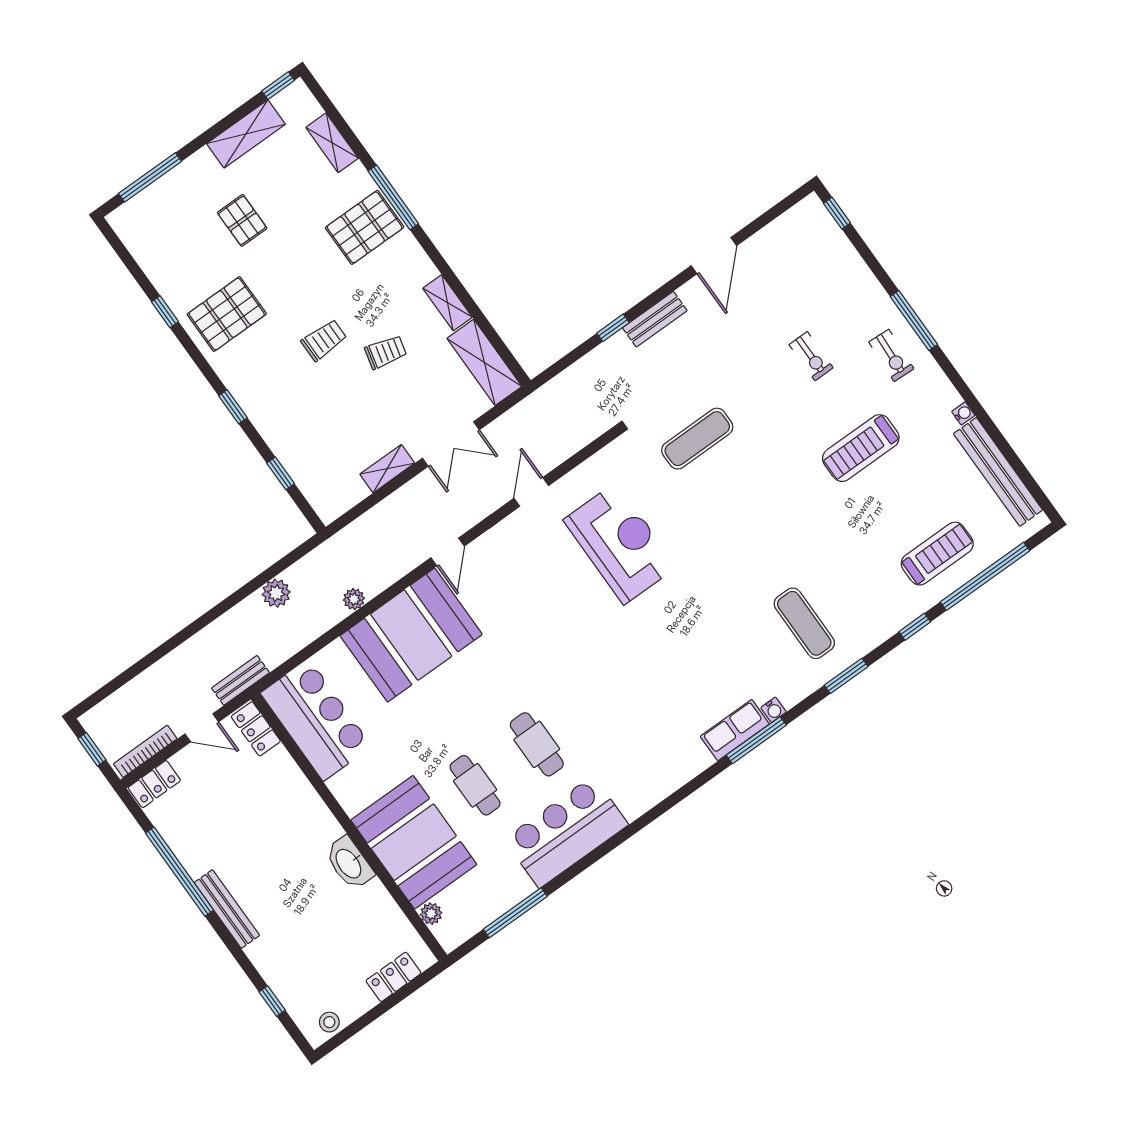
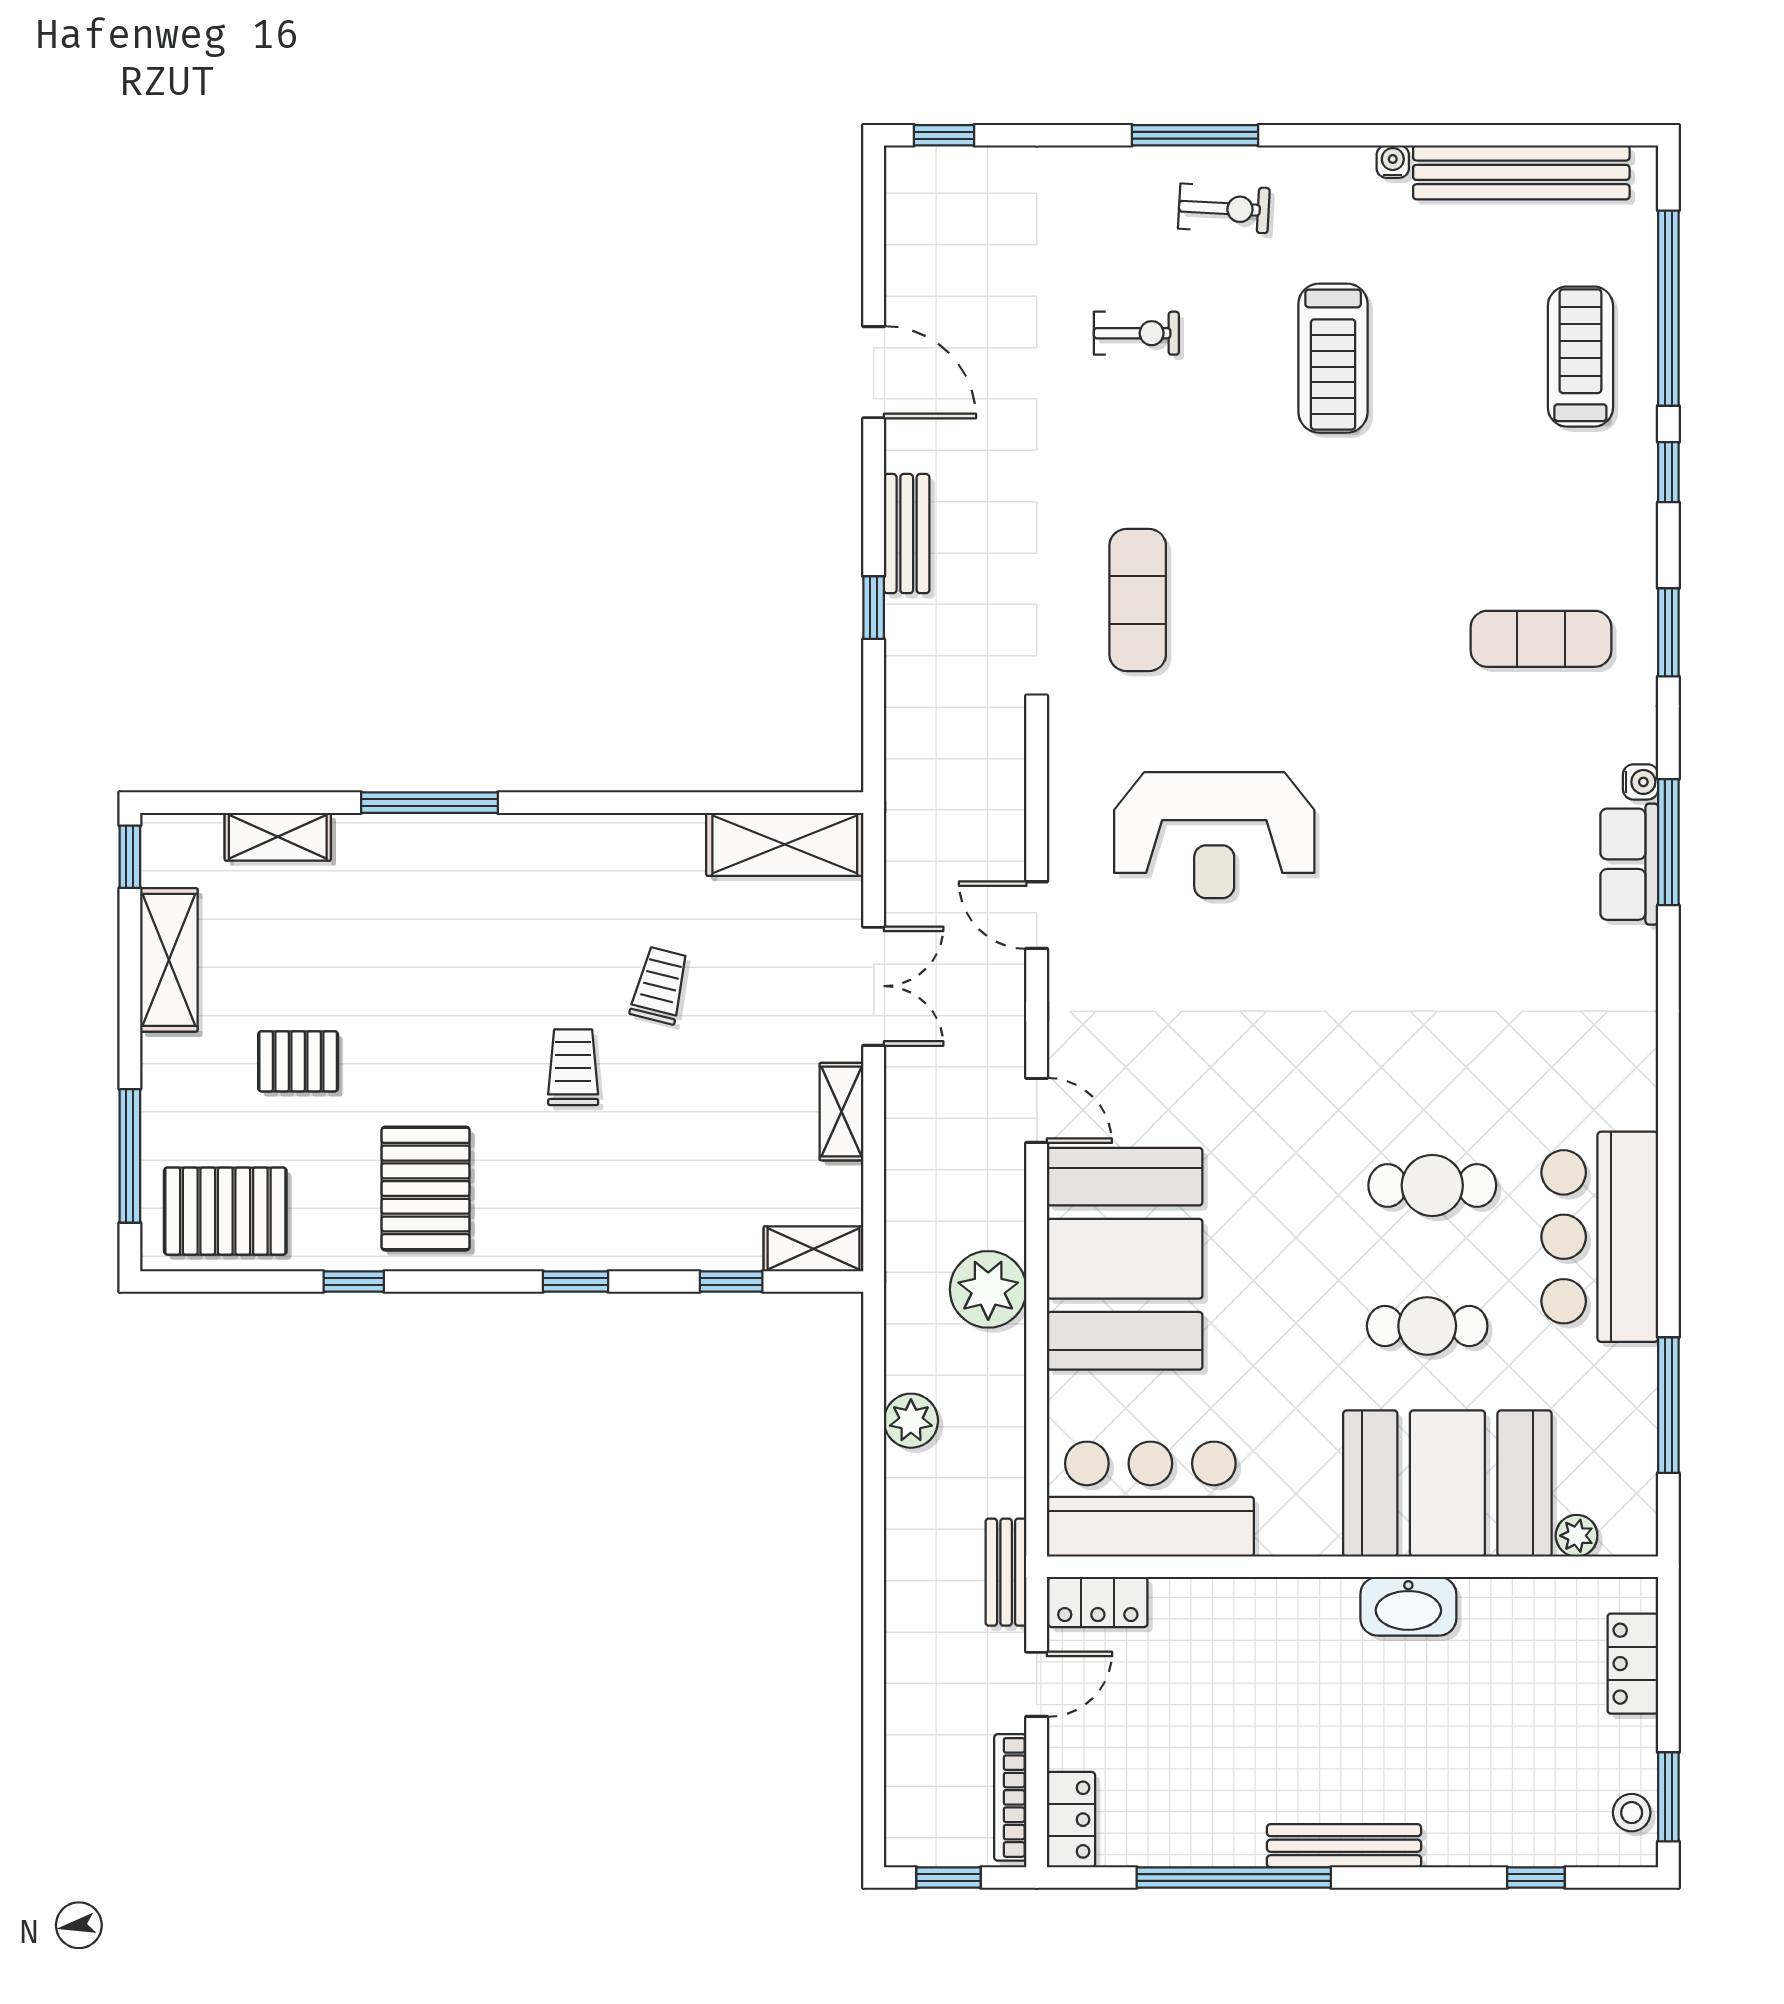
pallet: (365, 227) -> (225, 1211), moved, turned 90
shelving: (448, 303) -> (814, 1249), moved
reception desk: (620, 544) -> (1214, 835), turned 180
plant: (354, 599) -> (988, 1289), width x1.87, depth x1.87
window: (347, 1033) -> (1668, 1797), added

